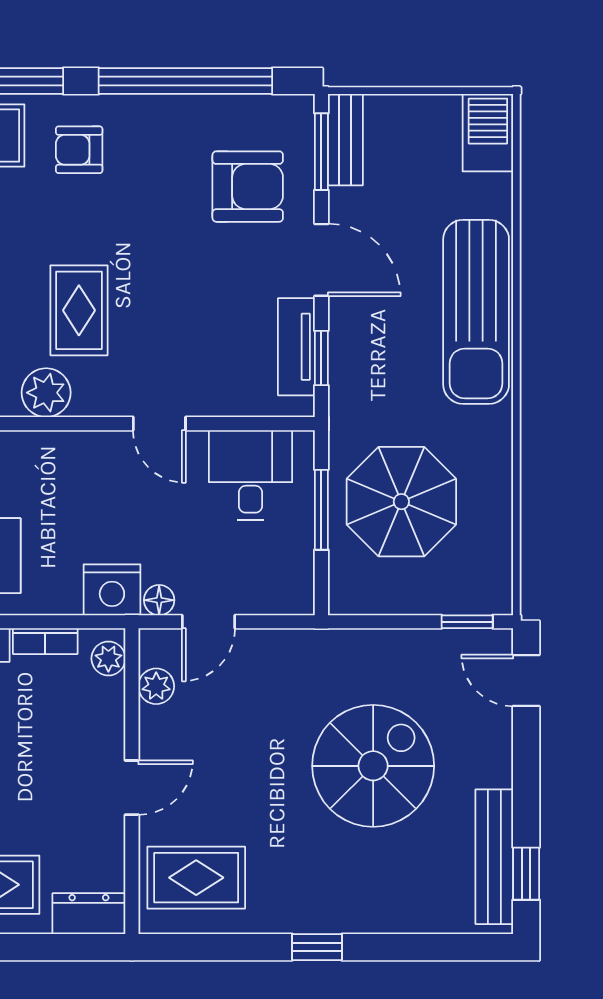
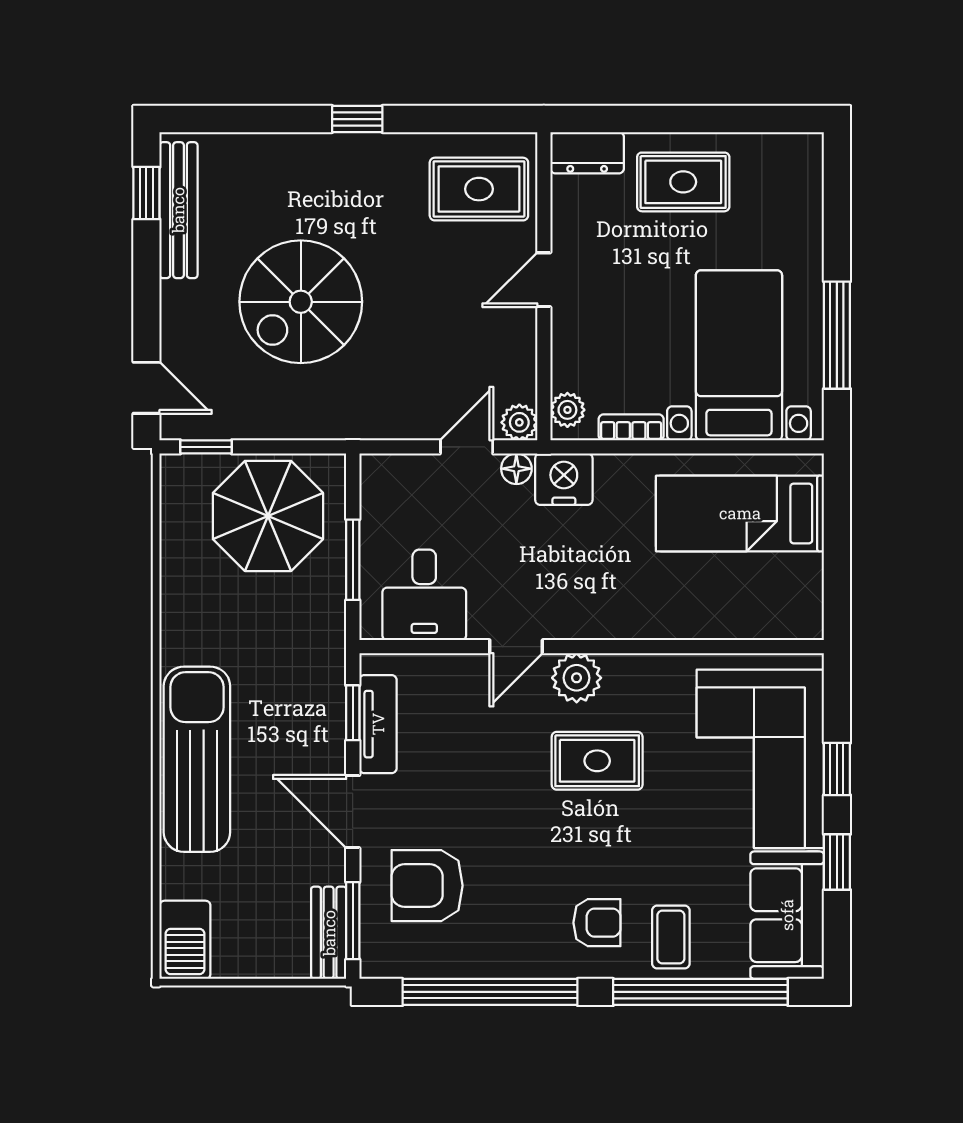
rug: (79, 310) -> (597, 761), turned 90
plant: (46, 393) -> (577, 678), moved
door: (159, 424) -> (516, 647), swing flipped
parasol: (401, 502) -> (268, 516), moved
plant: (156, 686) -> (519, 422), moved

